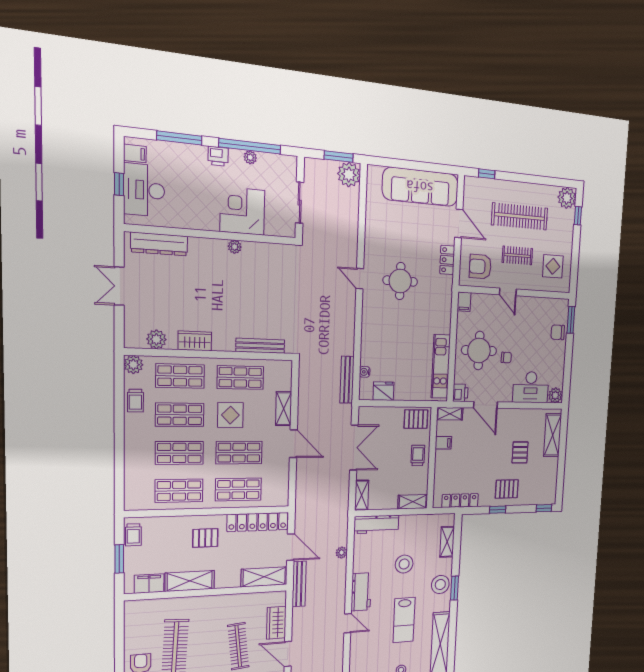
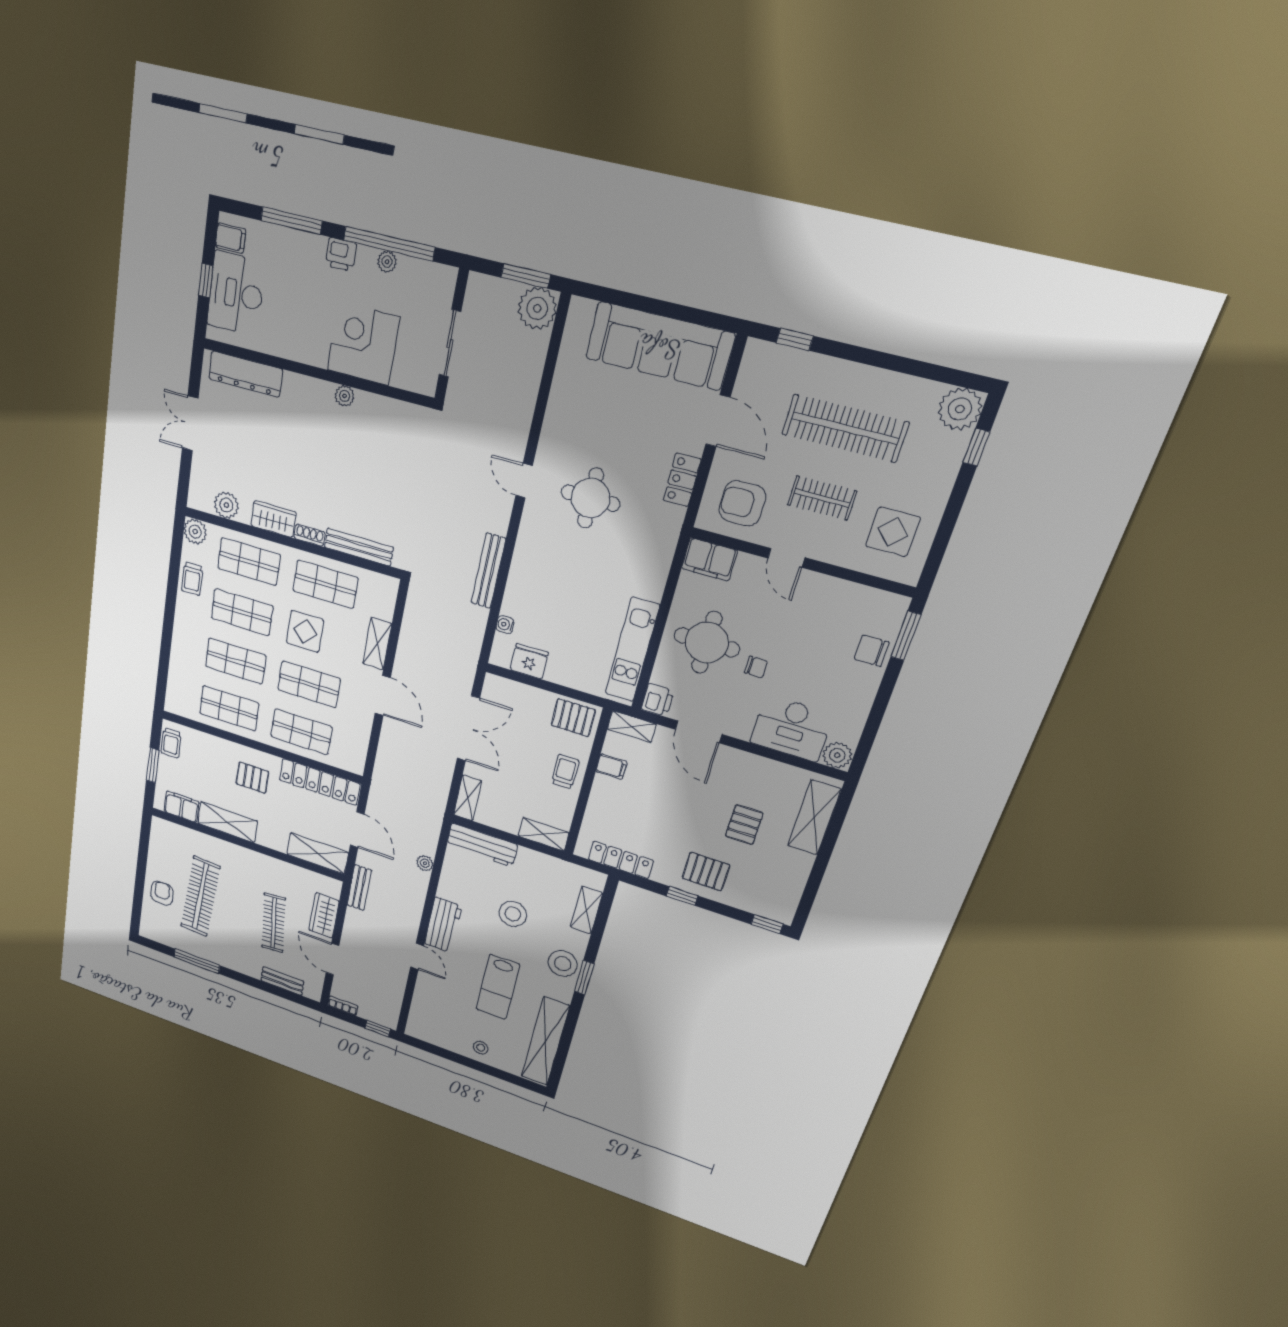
filing cabinet: (464, 302) -> (709, 559), width x2.00
shoe rack: (224, 346) -> (309, 535), added
bench: (347, 380) -> (488, 571), moved
bench: (299, 584) -> (359, 888), width x0.73

